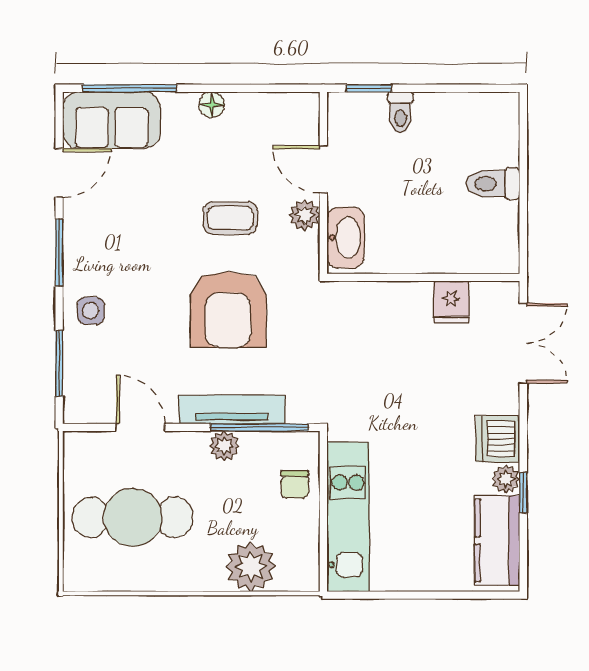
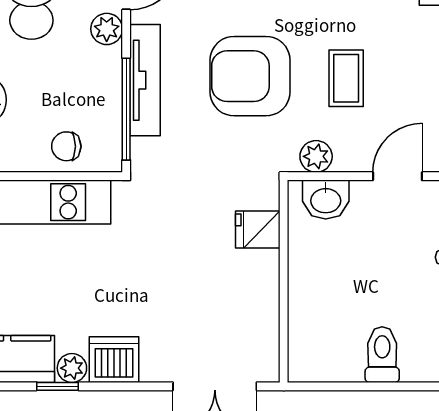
plant: (305, 215) -> (316, 156), moved
washbasin: (346, 237) -> (326, 200), width x0.72
fridge: (451, 302) -> (258, 230), moved
plant: (224, 446) -> (107, 29), moved

